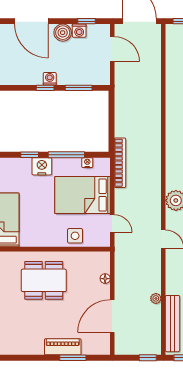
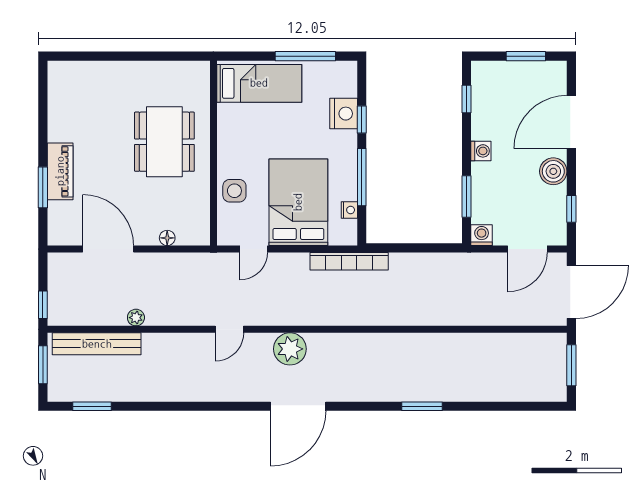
washing machine: (79, 31) -> (482, 235), moved, turned 90
window: (45, 88) -> (467, 99), moved
nightstand: (42, 166) -> (344, 114), moved

